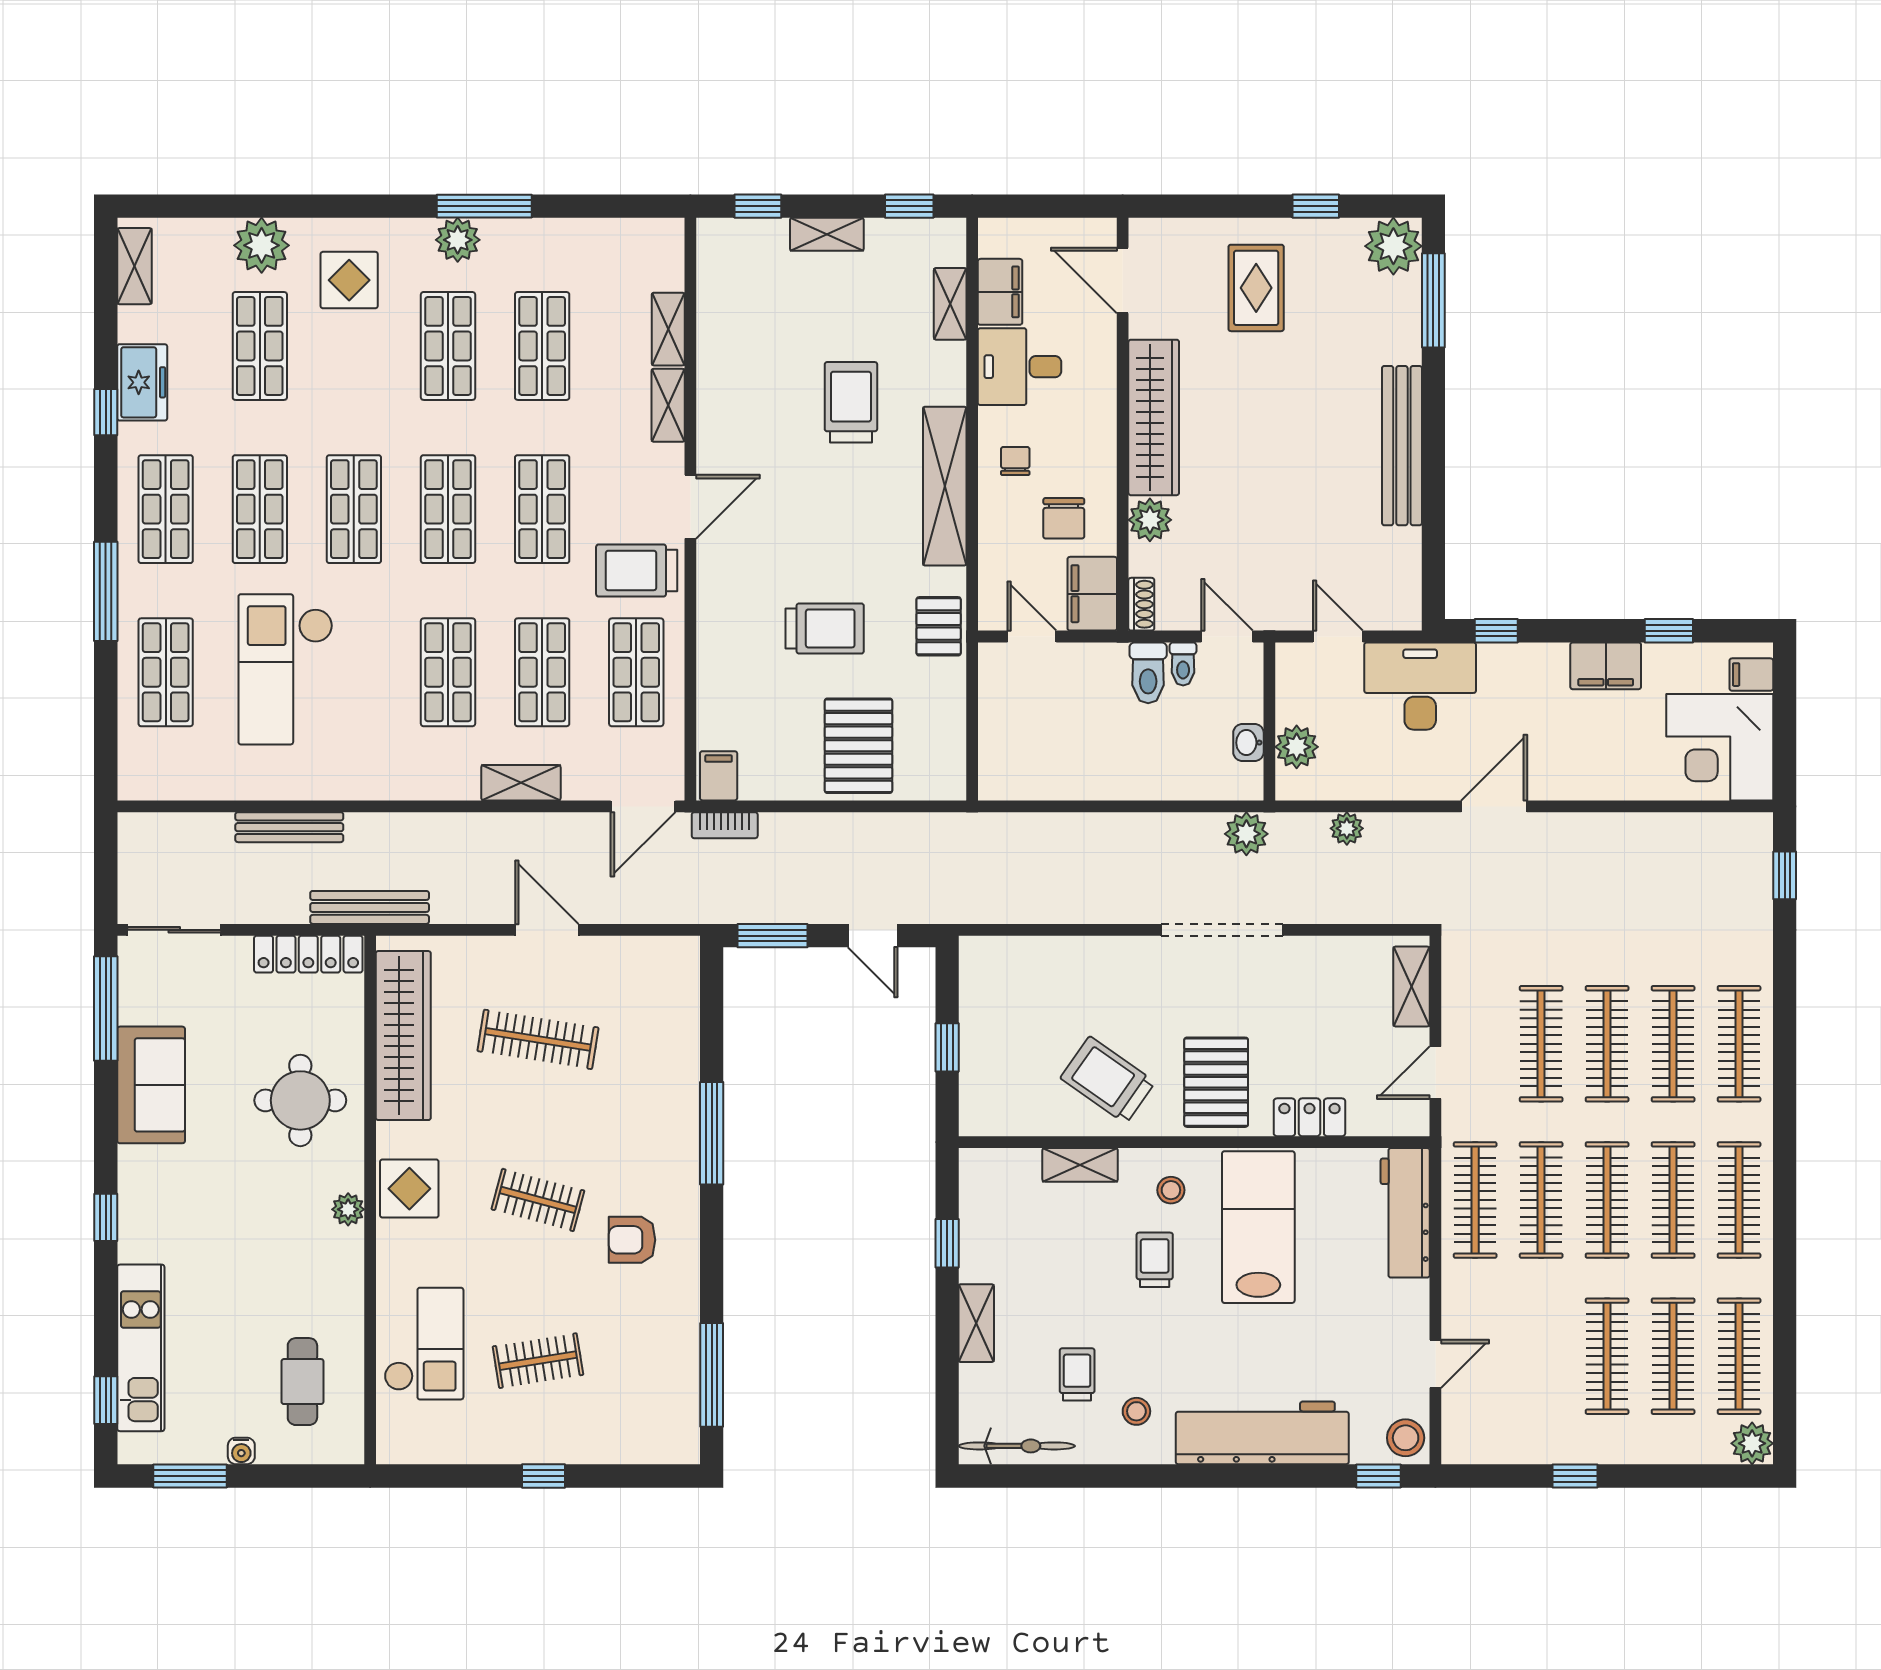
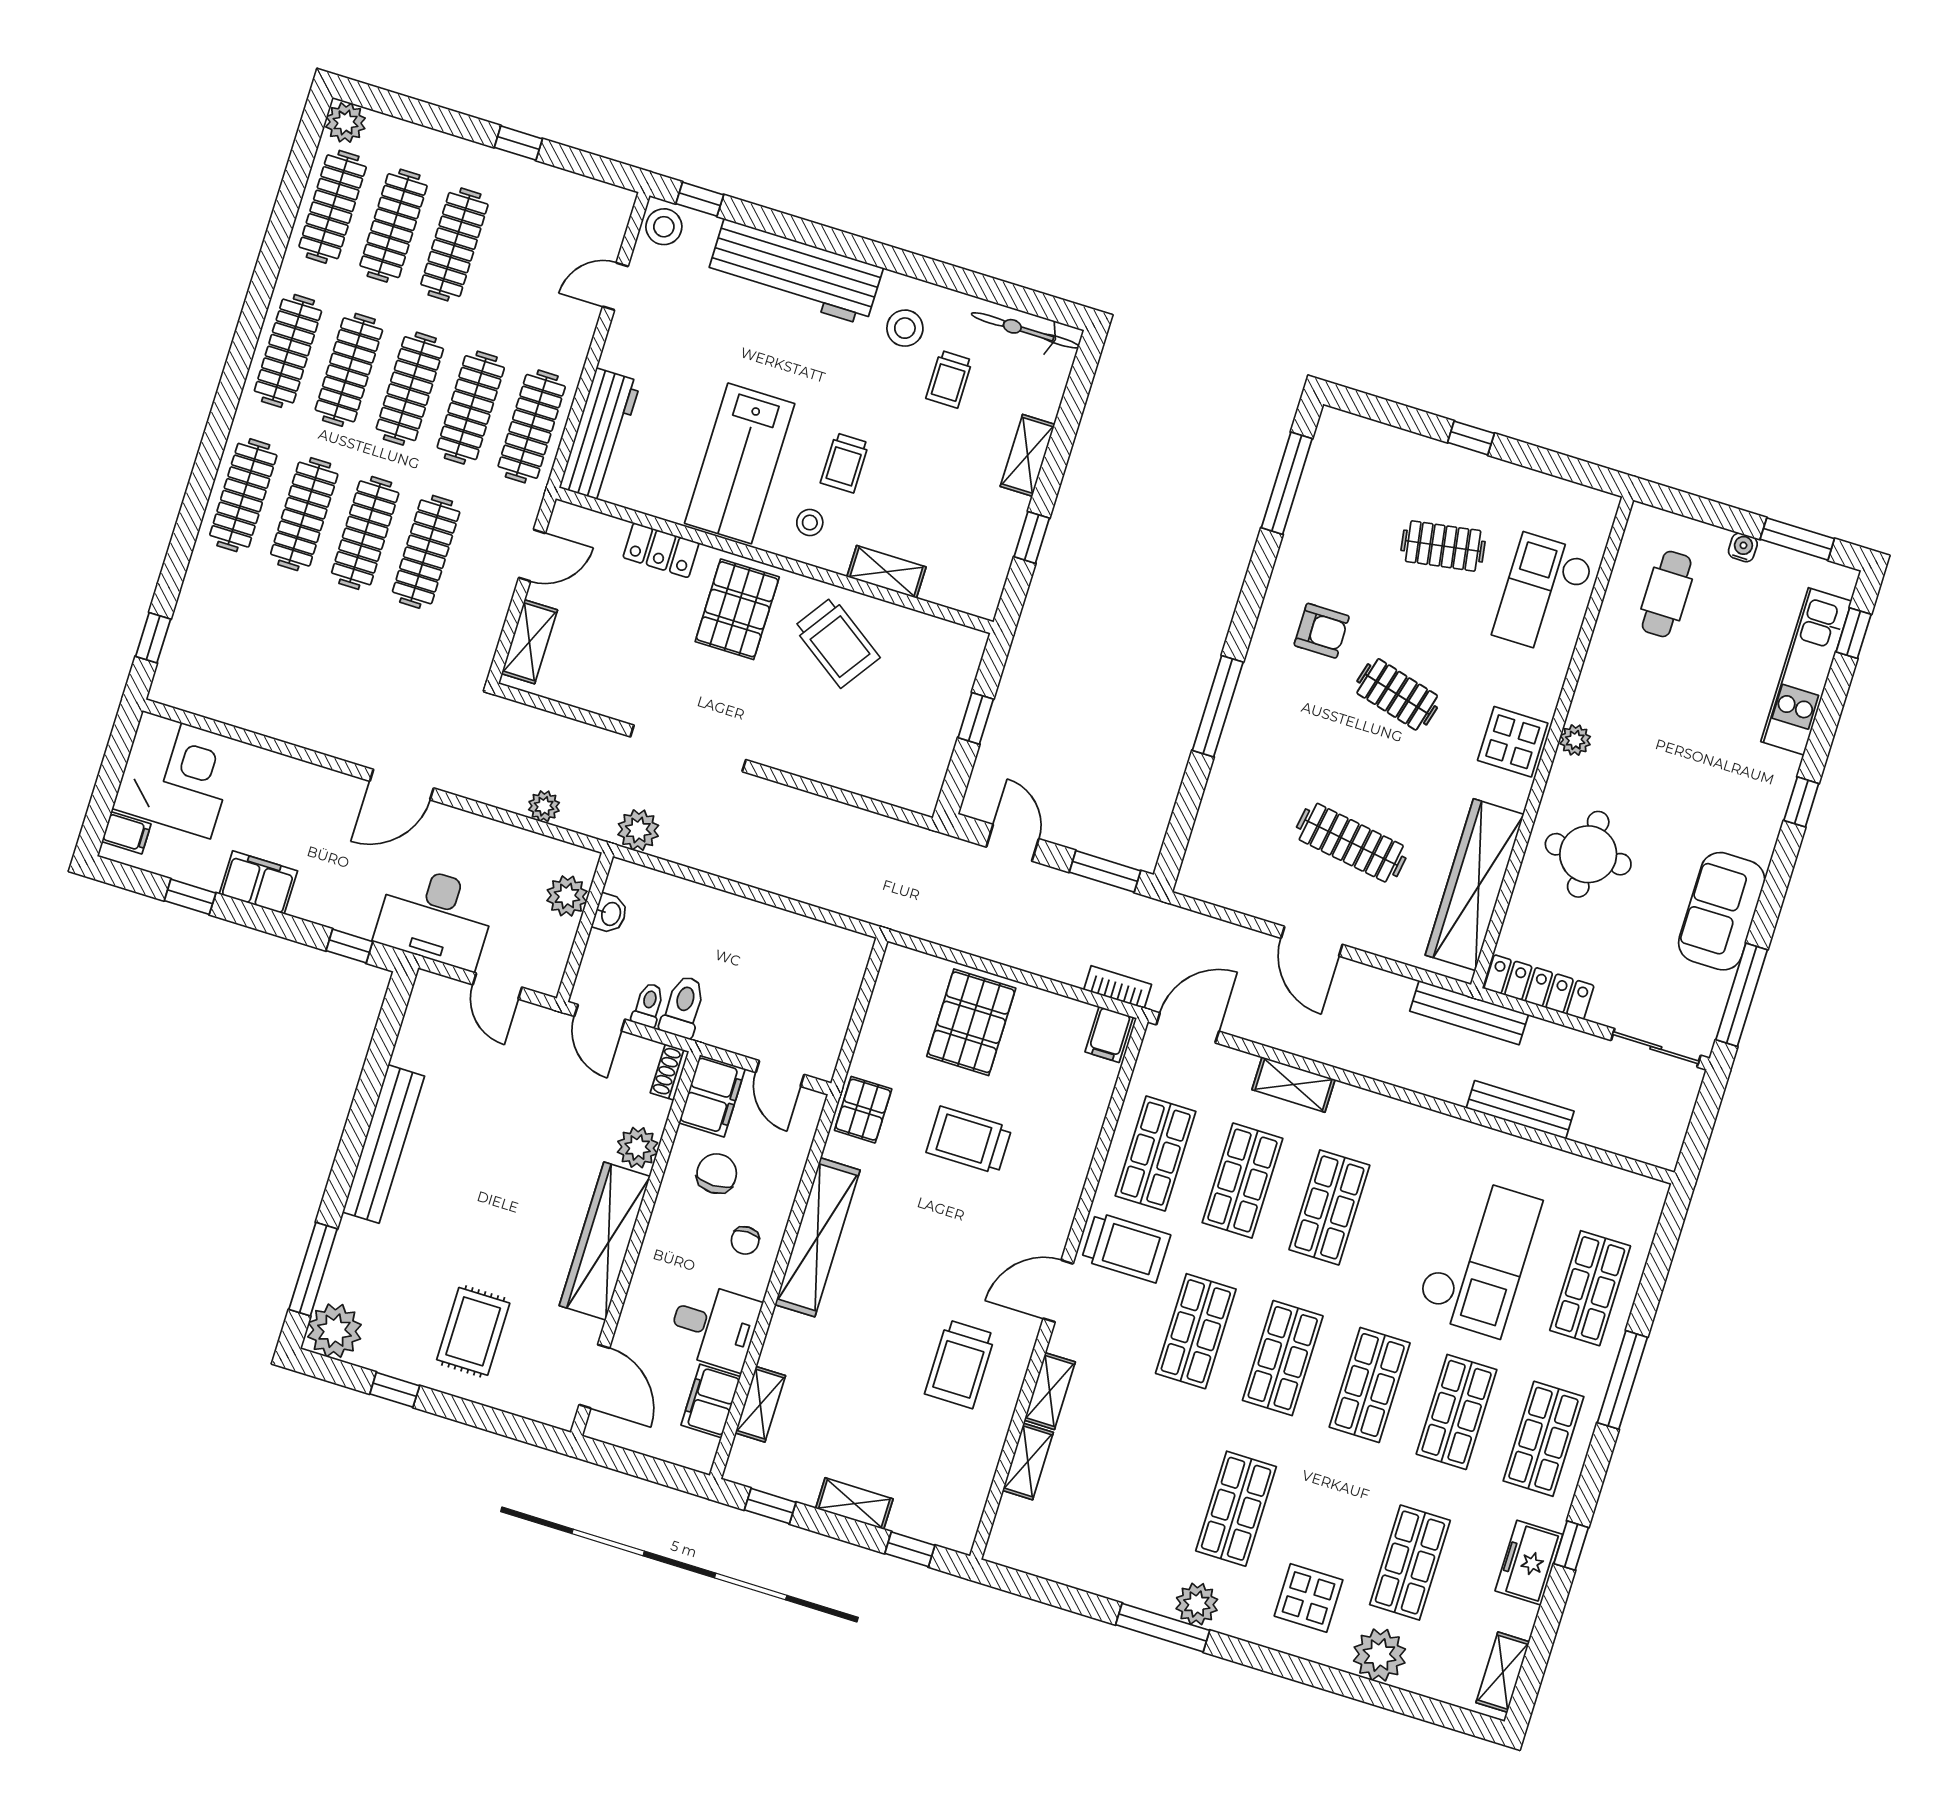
shop shelf: (542, 346) -> (1149, 1482), removed
trolley: (851, 402) -> (960, 1364), moved
stool: (1136, 1411) -> (905, 328), width x1.37, depth x1.37

